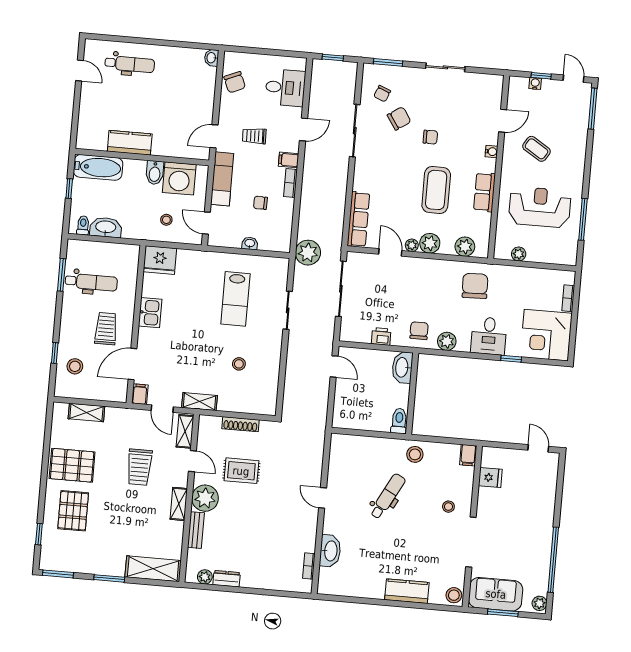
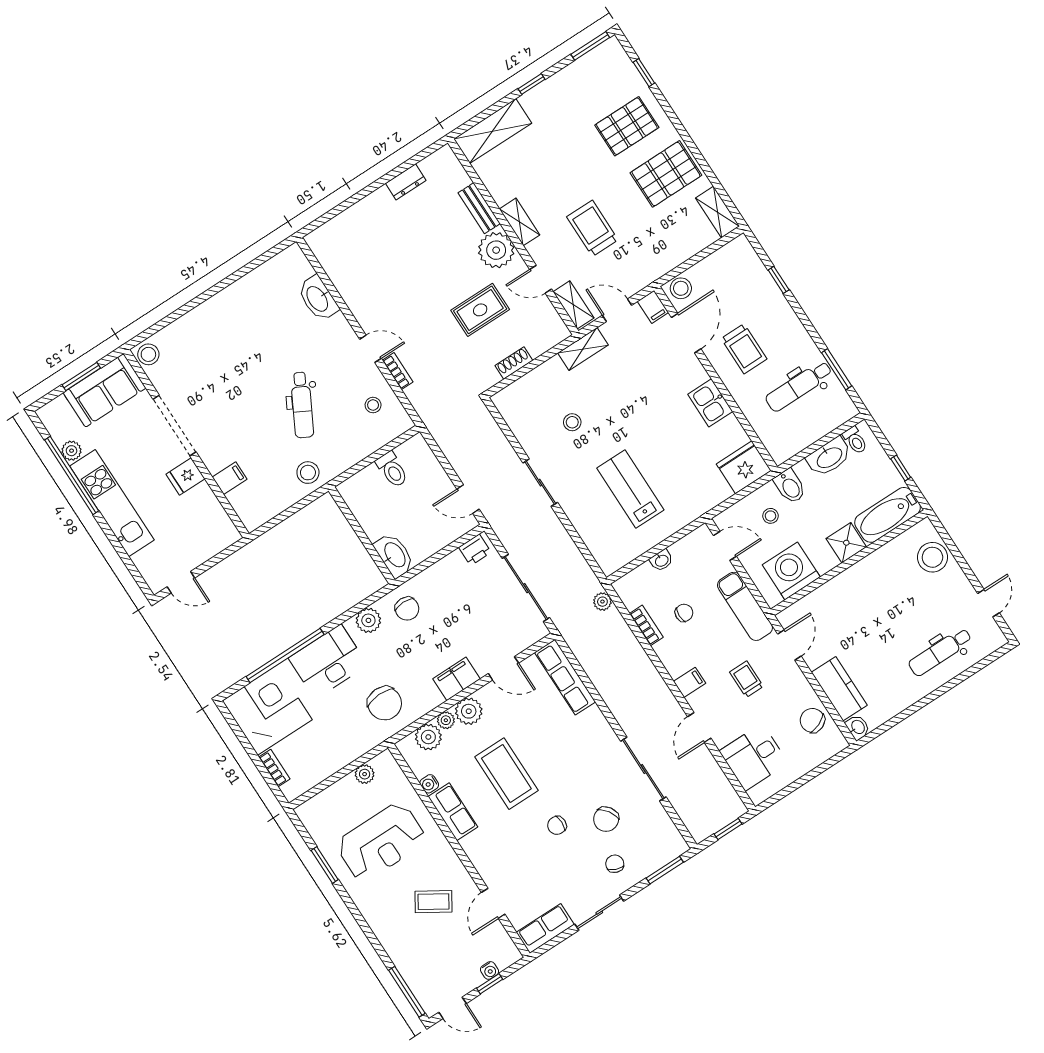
door: (79, 70) -> (988, 603), swing flipped
row of seats: (484, 83) -> (545, 928), added
chair: (382, 94) -> (615, 864), moved
stool: (91, 122) -> (932, 557), added
trolley: (254, 136) -> (747, 679), turned -88
kitchen counter: (130, 143) -> (839, 689), moved, turned -90
water cooler: (491, 152) -> (429, 784), moved
shower: (135, 170) -> (846, 543), added
bidet: (155, 173) -> (790, 486), moved, turned 180
bookcase: (291, 183) -> (646, 625), moved
window: (583, 219) -> (325, 865), width x0.69
plant: (412, 245) -> (446, 720), moved
plant: (308, 253) -> (602, 602), width x0.53, depth x0.53
filing cabinet: (422, 268) -> (456, 679), added
sliding door: (288, 310) -> (540, 483), moved
printer: (381, 336) -> (475, 550), moved
desk: (489, 336) -> (328, 661), width x1.37
window: (511, 359) -> (285, 656), width x3.17
stool: (75, 366) -> (681, 288), moved
shelving: (86, 413) -> (717, 212), moved, turned 90
toilet: (399, 421) -> (392, 470), moved
shoe rack: (240, 424) -> (514, 363), width x0.70
filing cabinet: (468, 455) -> (230, 478), moved, turned 90
fridge: (490, 478) -> (185, 476), moved
stool: (448, 507) -> (373, 405), moved
pallet: (73, 511) -> (627, 126), turned 90
kitchen unit: (542, 526) -> (112, 503), added
bookcase: (309, 566) -> (398, 371), moved
plant: (205, 577) -> (431, 166), removed
window: (109, 578) -> (532, 84), width x0.67
kitchen counter: (407, 591) -> (202, 319), removed
plant: (540, 603) -> (72, 451), moved

